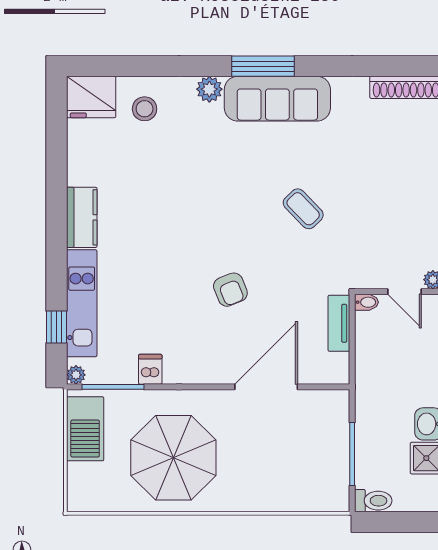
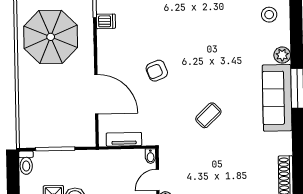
tv unit: (339, 323) -> (124, 139), moved

